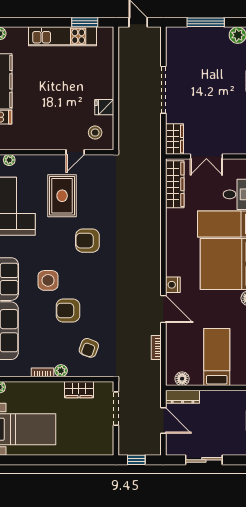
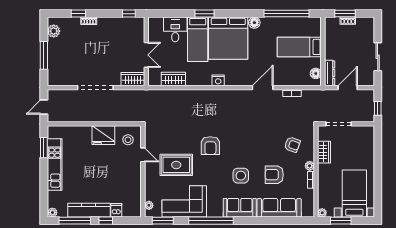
fridge: (104, 107) -> (103, 135), width x1.88, depth x1.34
wardrobe: (175, 184) -> (173, 79), width x0.67
nightstand: (173, 285) -> (218, 80), moved
armchair: (68, 311) -> (274, 175), moved, turned 90

